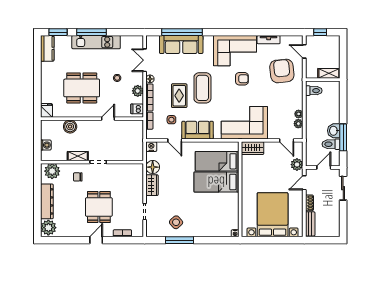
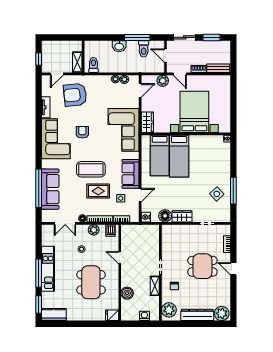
shelving: (329, 73) -> (77, 62), moved
washbasin: (334, 131) -> (119, 46), moved
bed with nightstands: (273, 215) -> (194, 112), moved, turned 90
window: (343, 217) -> (211, 37), added

